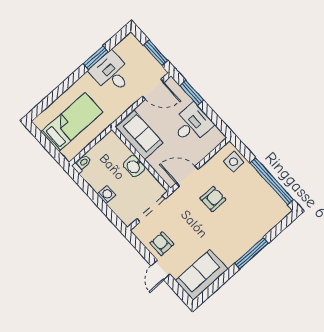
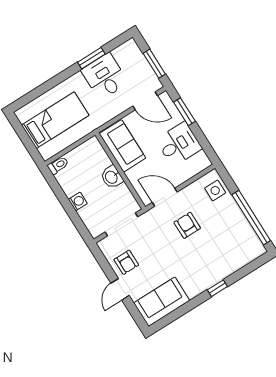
armchair: (213, 199) -> (187, 225), turned -90
armchair: (162, 244) -> (126, 262), turned 180
window: (252, 253) -> (217, 288), width x0.46

